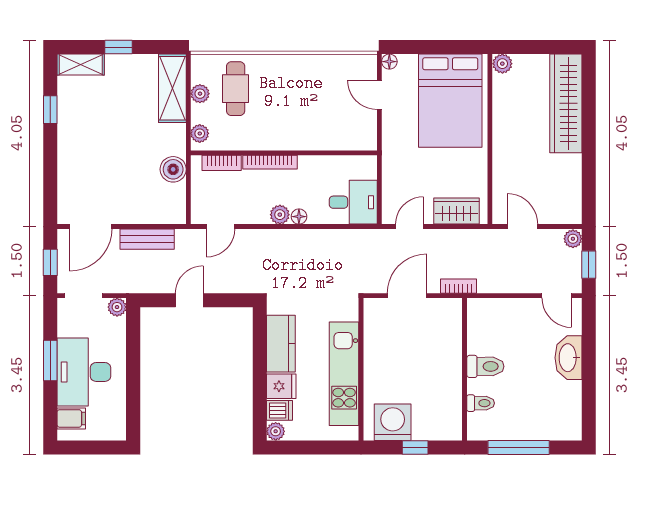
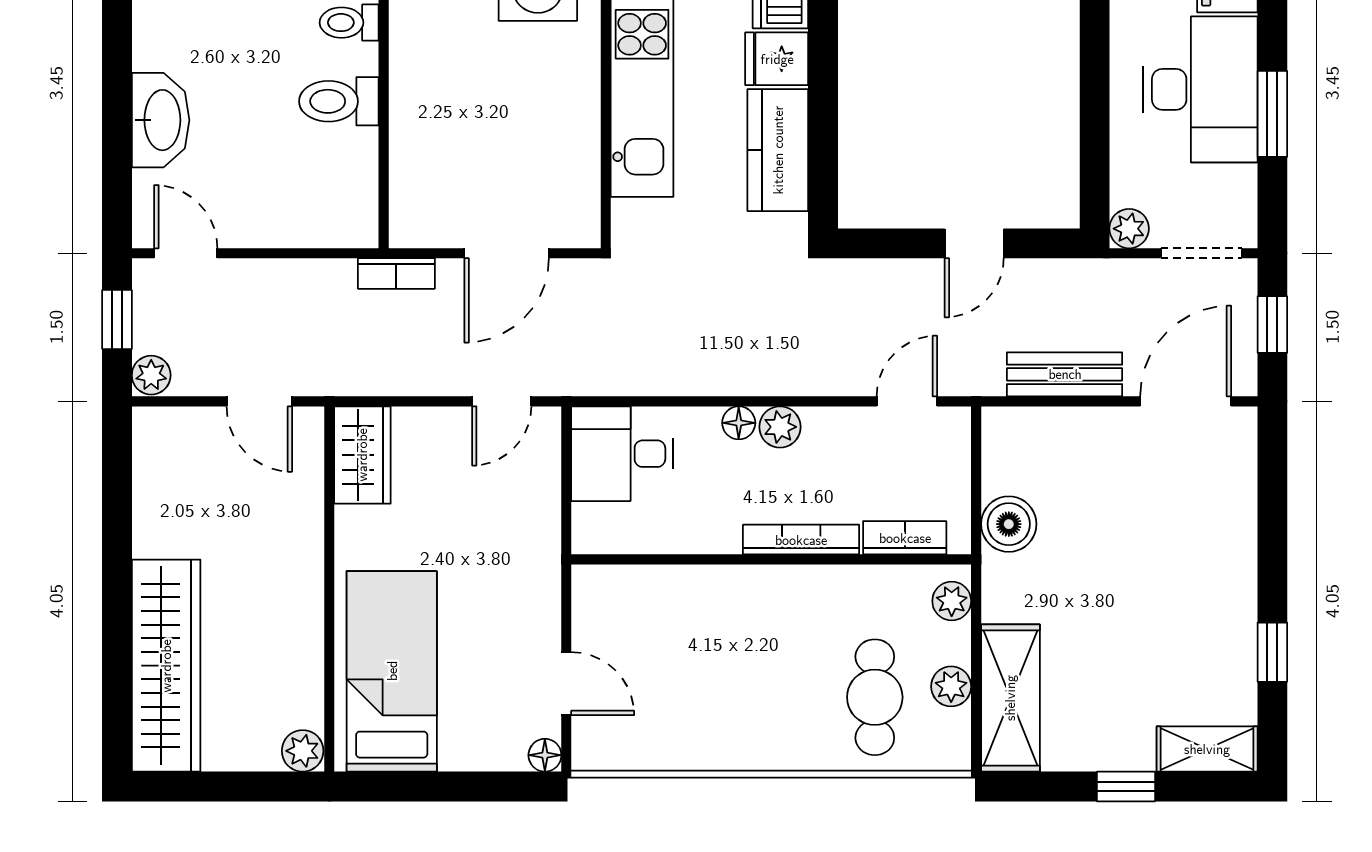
bed: (450, 101) -> (392, 671), width x0.67
wardrobe: (457, 211) -> (362, 455), moved, turned -90

